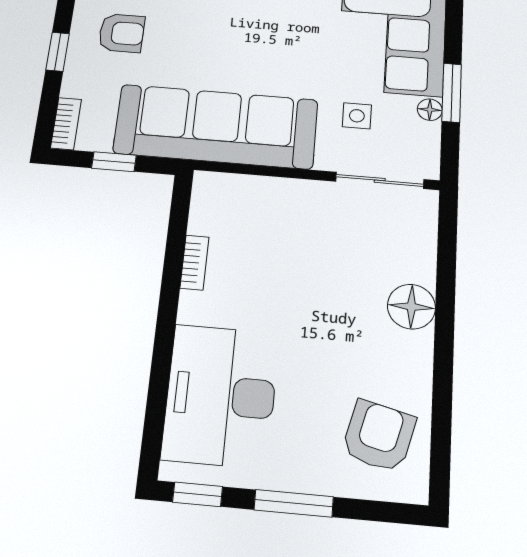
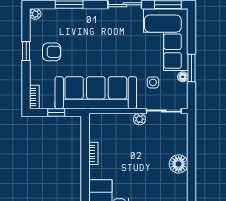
window: (58, 52) -> (26, 51), moved
plant: (318, 194) -> (139, 119), added

